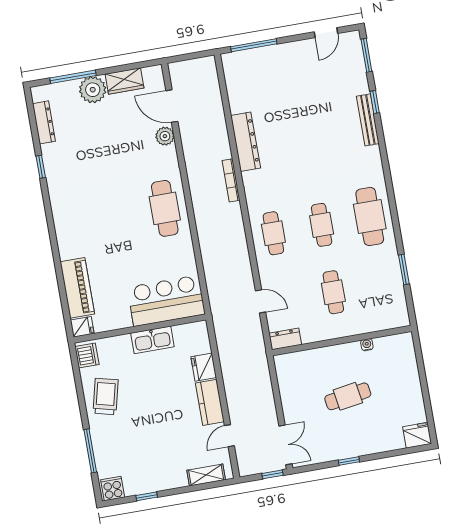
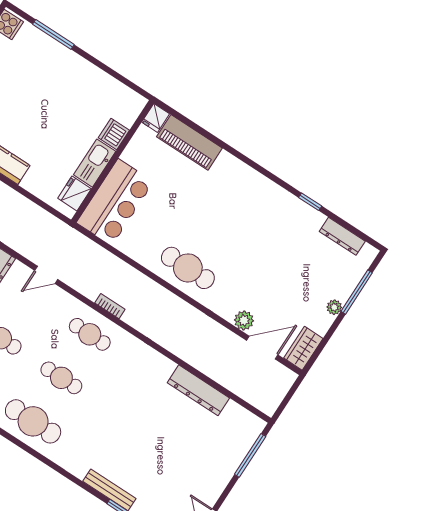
wardrobe: (124, 81) -> (303, 348), moved
plant: (93, 90) -> (334, 307), width x0.53, depth x0.53
dresser: (246, 142) -> (198, 390), moved
bookcase: (231, 180) -> (110, 306), moved, width x0.64
dishwasher: (87, 356) -> (114, 134), moved, turned 90
fridge: (204, 367) -> (75, 193), moved, turned -90
trolley: (106, 396) -> (85, 86), removed

